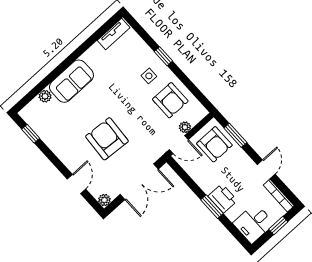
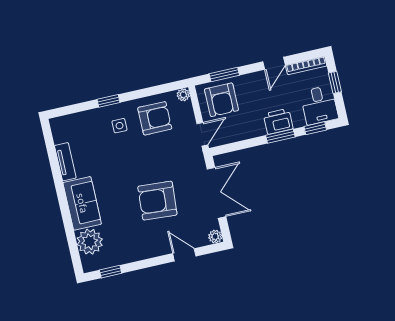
tv unit: (114, 34) -> (65, 162), moved
plant: (45, 96) -> (90, 242), width x1.87, depth x1.87
plant: (185, 127) -> (183, 95), moved
armchair: (214, 144) -> (221, 100), turned 90
door: (266, 169) -> (274, 63), swing flipped
window: (234, 230) -> (315, 128), added

